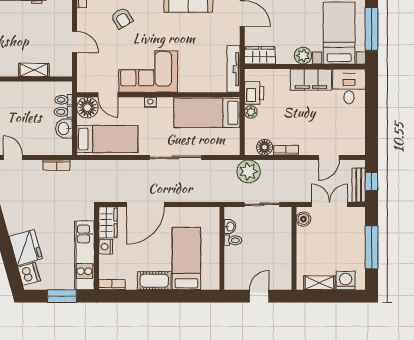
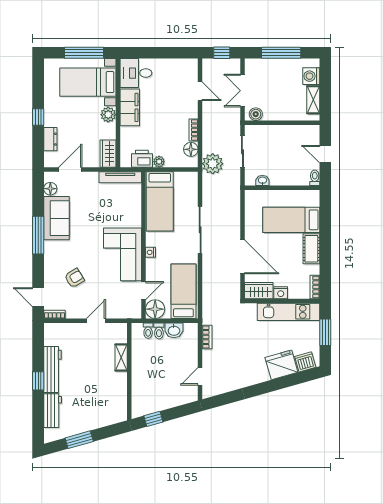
bench: (359, 185) -> (225, 64), removed
toilet: (233, 240) -> (315, 178), moved

